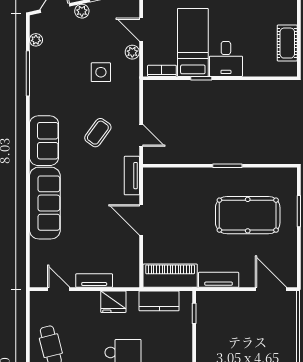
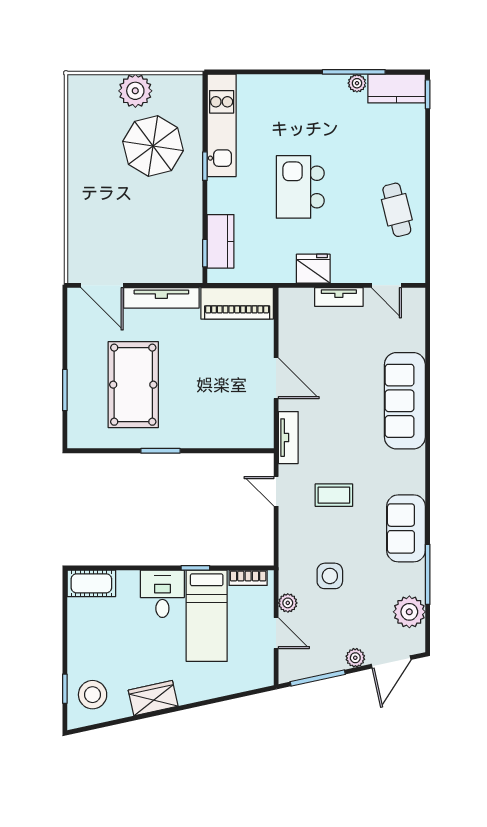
plant: (36, 40) -> (409, 612), width x1.87, depth x1.87
cot: (287, 43) -> (91, 583), moved, turned 90
coffee table: (98, 133) -> (334, 495), turned 54
sofa: (44, 141) -> (406, 528), moved
pool table: (248, 215) -> (133, 385), turned 90
tv unit: (219, 280) -> (161, 298), width x1.41
kitchen counter: (159, 301) -> (221, 241), moved, turned 90

